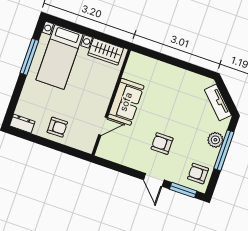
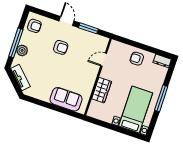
wardrobe: (106, 52) -> (102, 90), moved, turned 90
window: (29, 57) -> (161, 98), moved
sofa: (126, 102) -> (66, 99), moved, turned 90
window: (183, 190) -> (88, 28), moved

